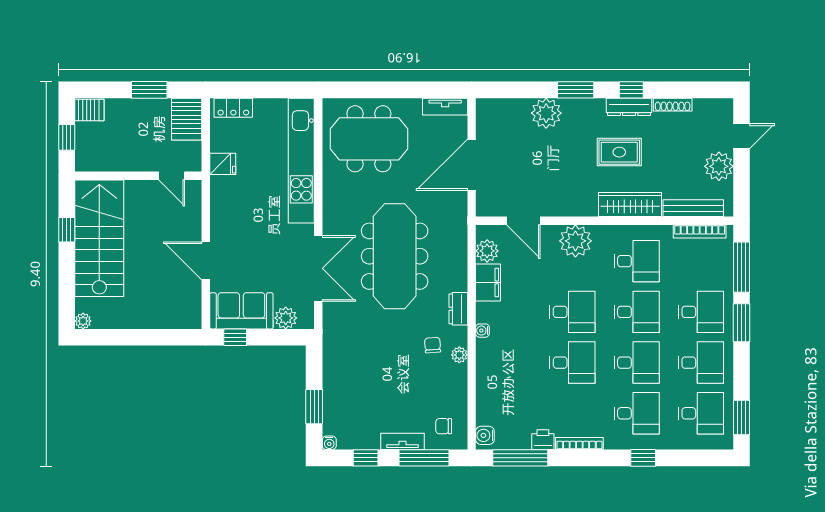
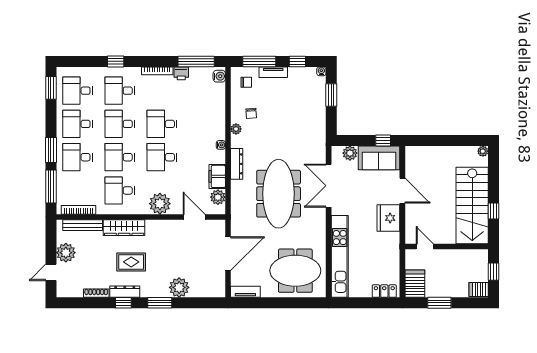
fridge: (223, 164) -> (388, 218), moved, width x1.88, depth x1.34
dresser: (458, 309) -> (237, 164), width x1.44
chair: (433, 345) -> (251, 113), moved

